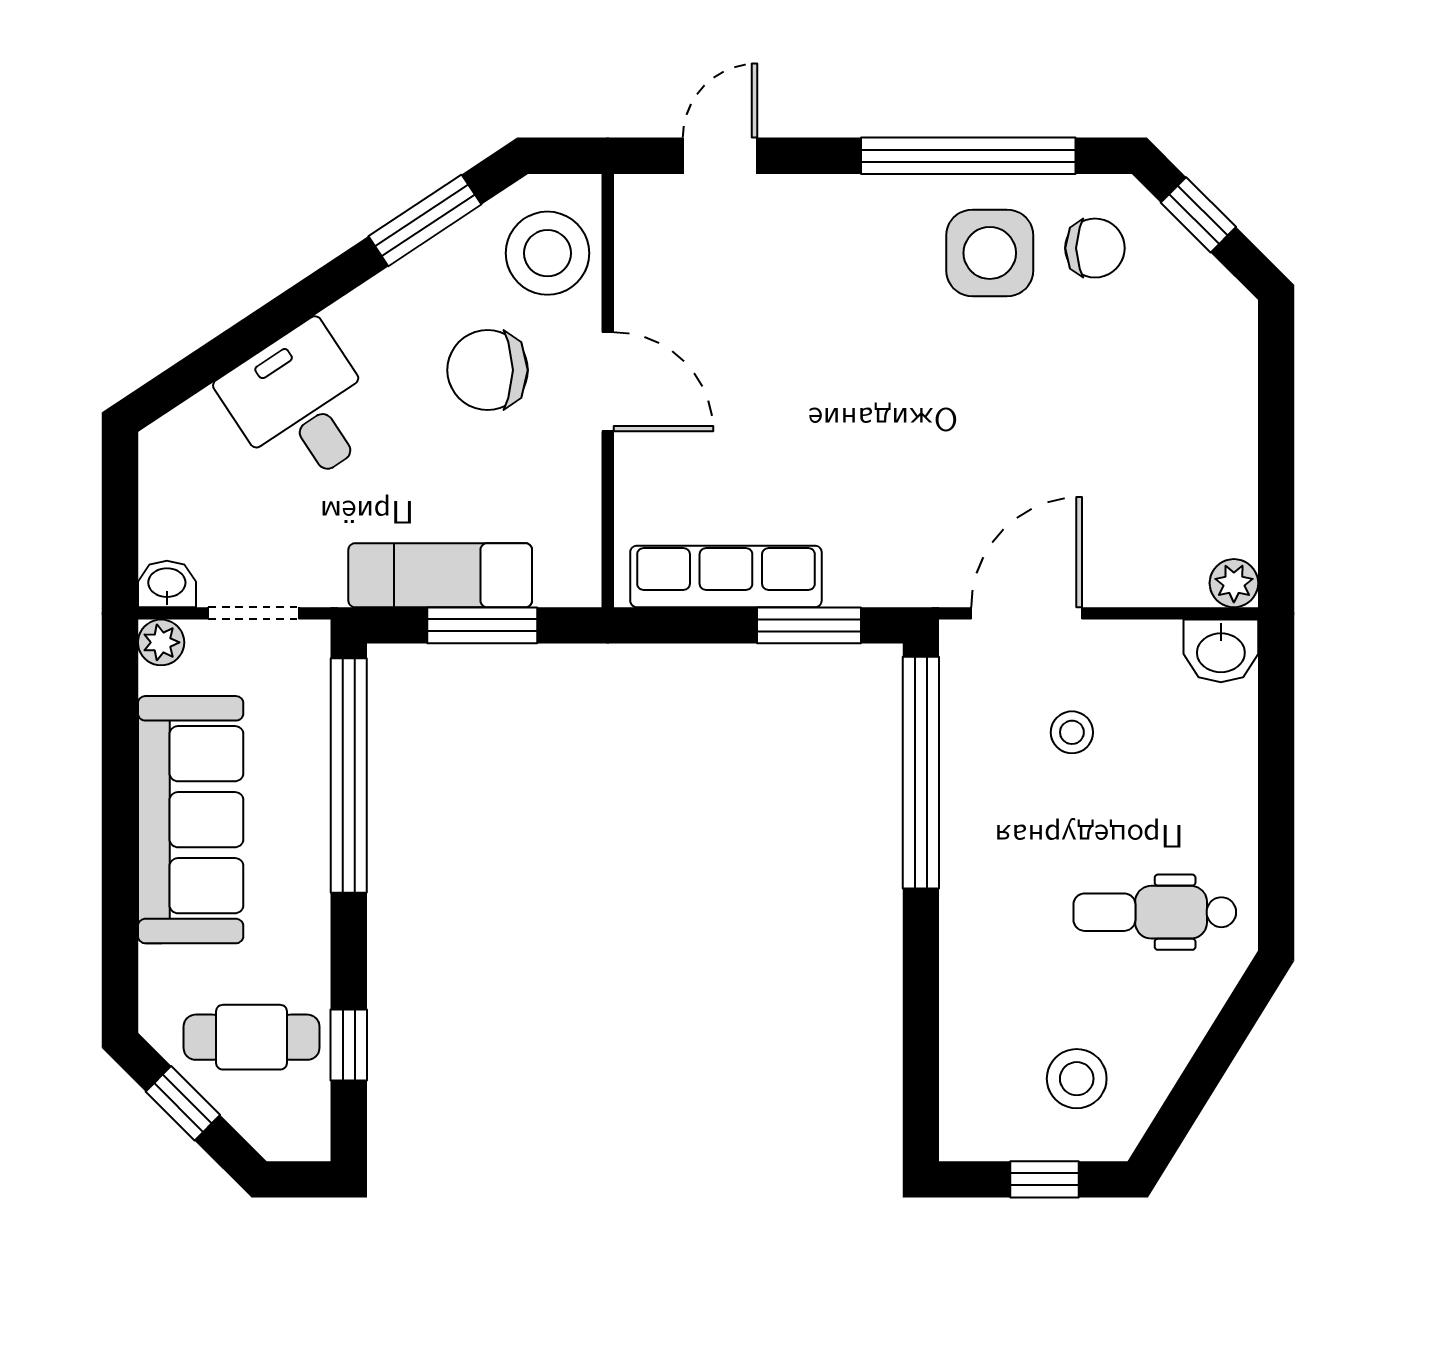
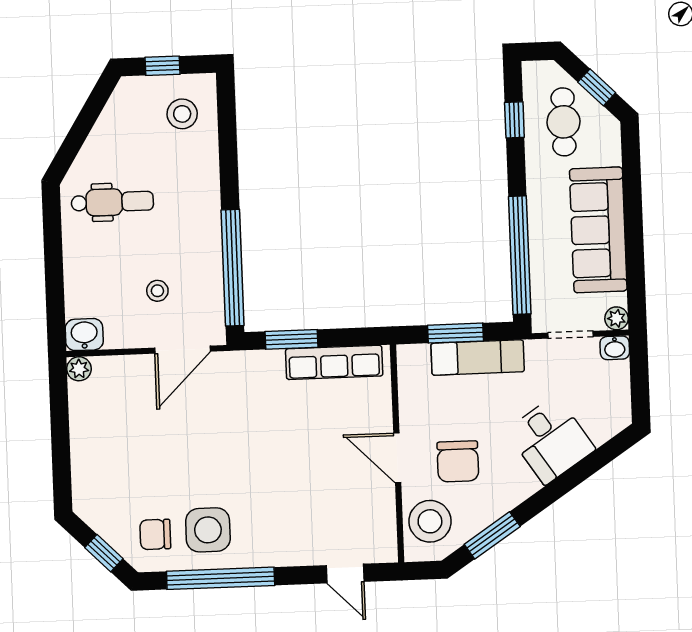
door: (720, 156) -> (345, 574), hinge flipped
chair: (488, 370) -> (458, 461), turned 90
cafe table: (252, 1037) -> (563, 122), turned 90
stool: (1077, 1079) -> (182, 114), moved

